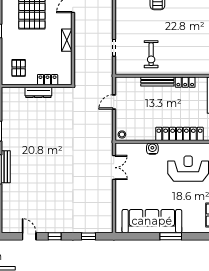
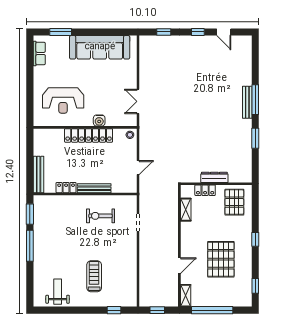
shelving: (67, 40) -> (186, 210), moved
exercise bike: (151, 54) -> (100, 216), turned -90
pallet: (19, 68) -> (234, 202), width x1.50, depth x1.42
locker: (179, 134) -> (89, 135), moved
window: (171, 236) -> (61, 32), moved

